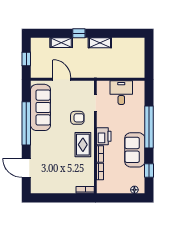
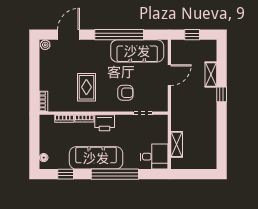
shelving: (100, 43) -> (177, 144), moved
desk: (121, 93) -> (154, 157), moved
armchair: (77, 118) -> (125, 93), turned -90
rug: (83, 145) -> (86, 87), moved, turned 90
sofa: (135, 150) -> (96, 158), width x1.36
plant: (35, 188) -> (45, 45), added

